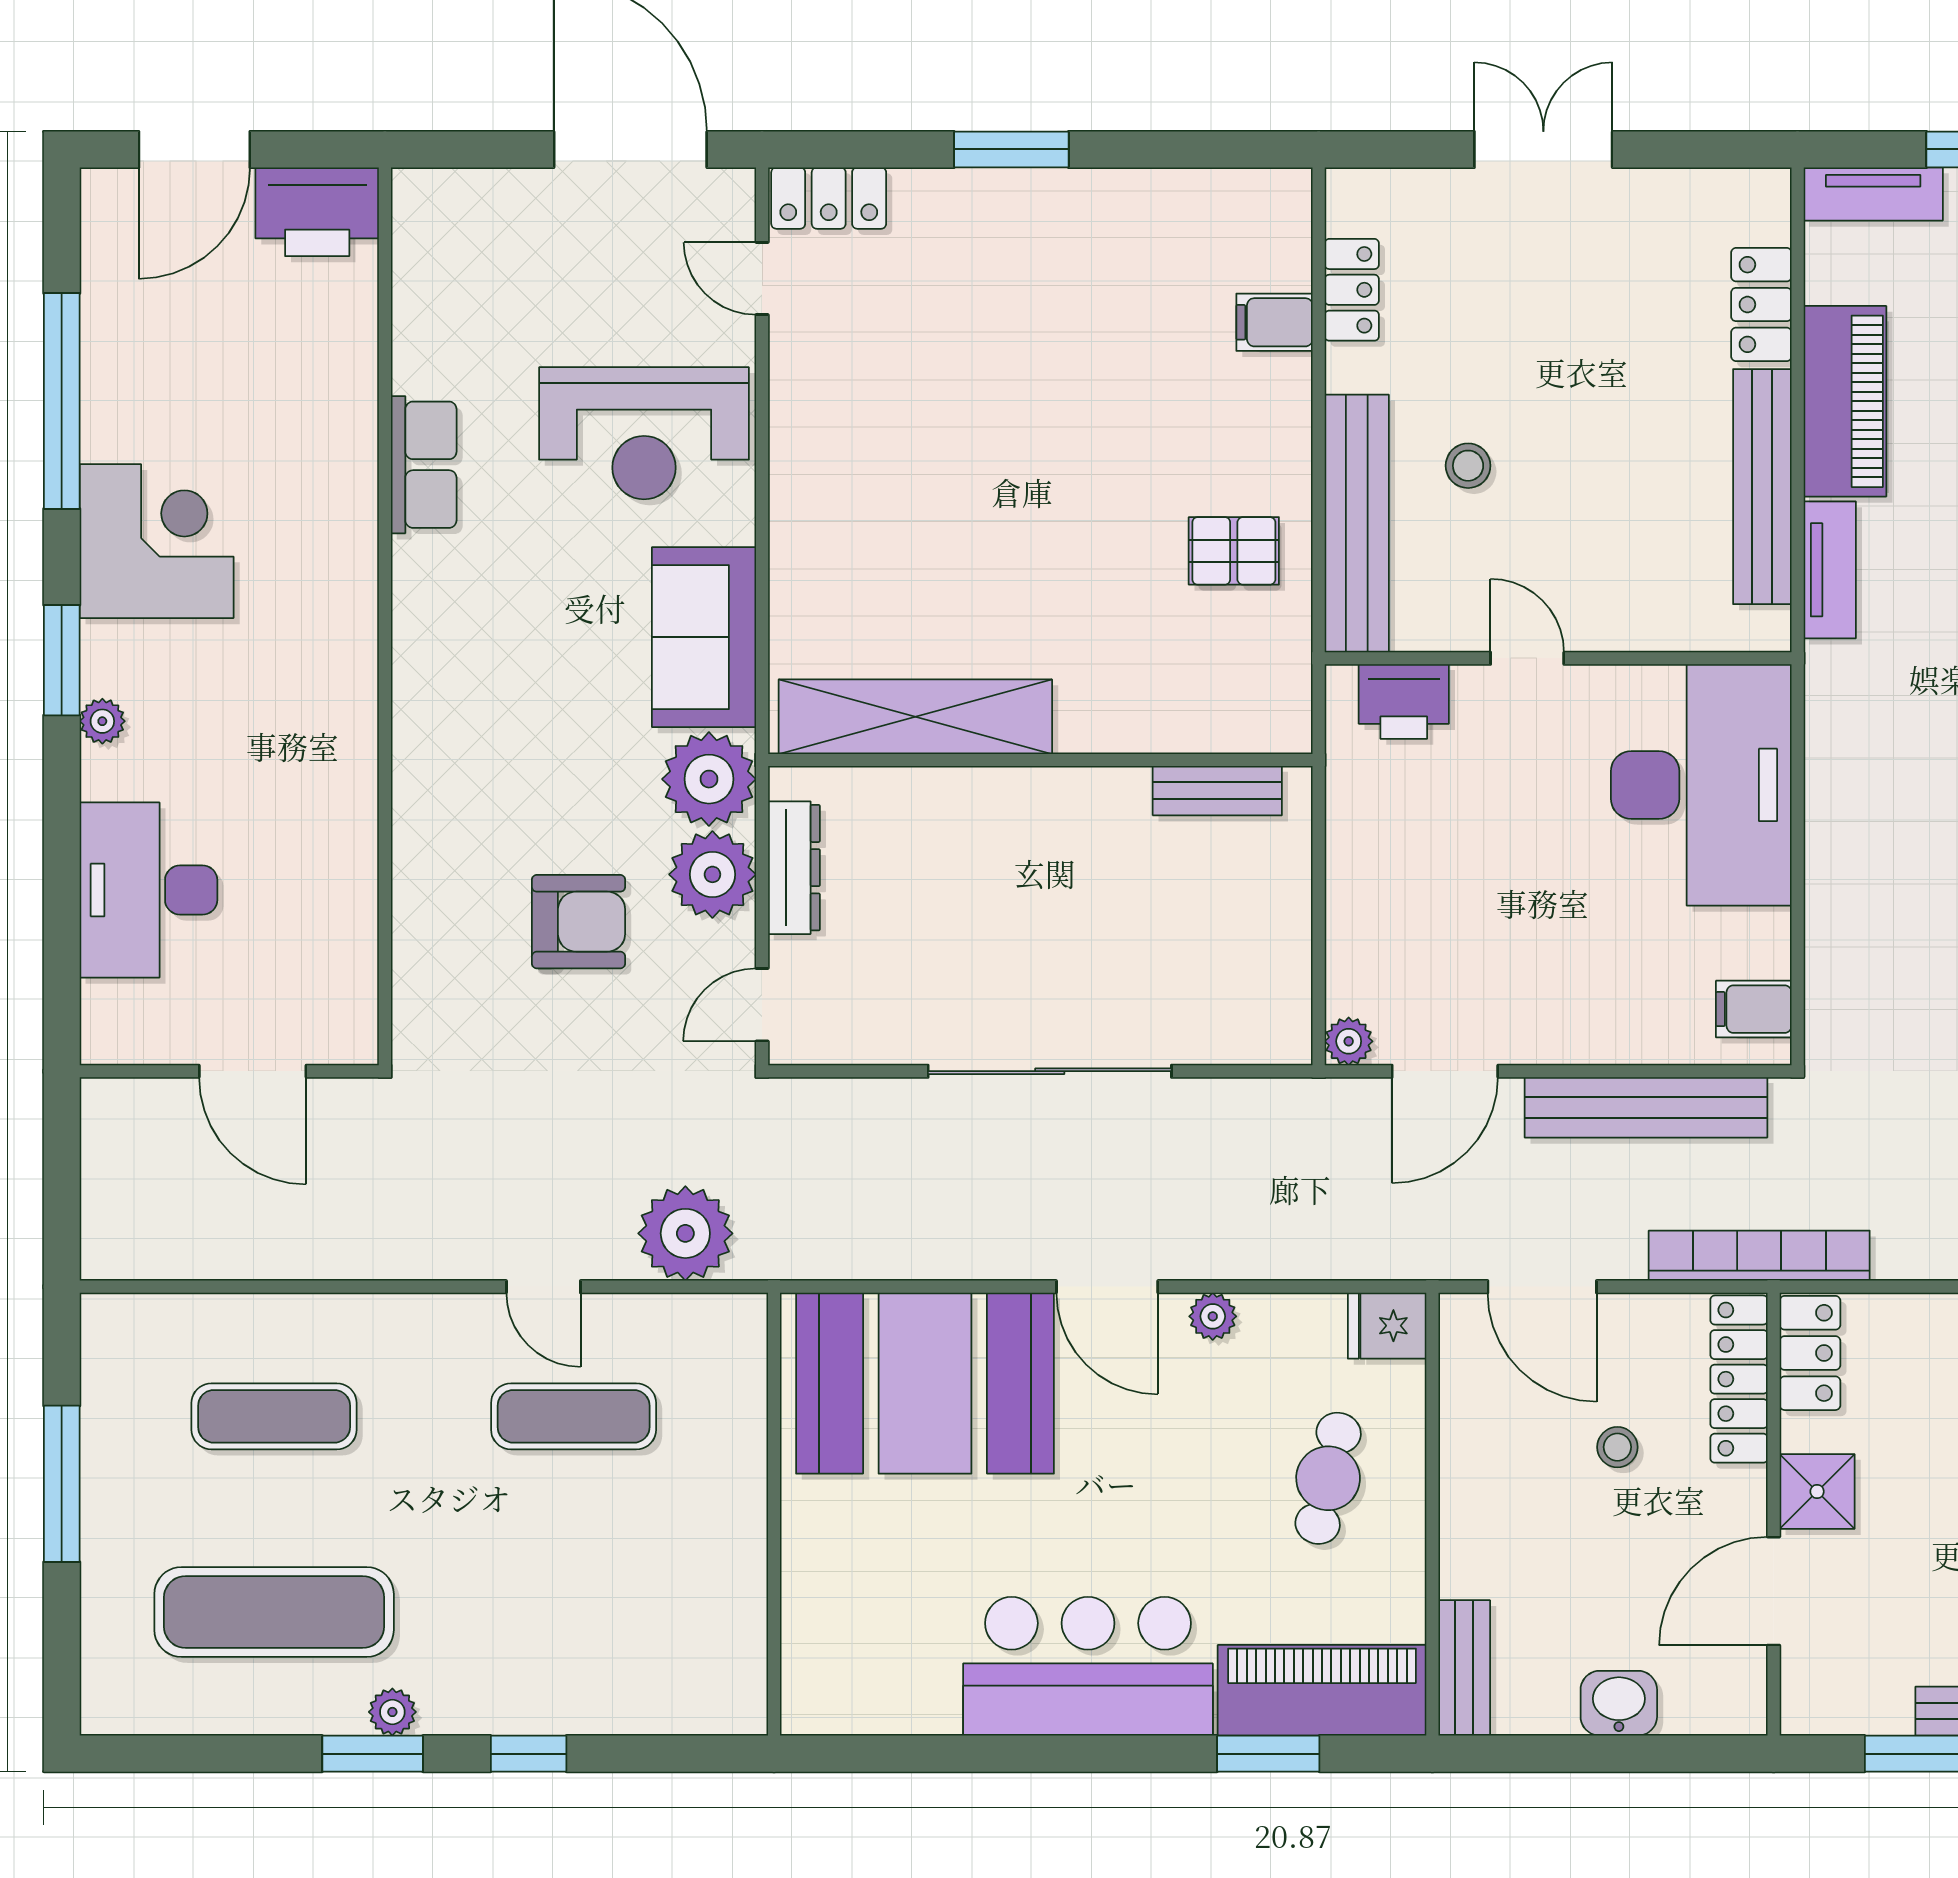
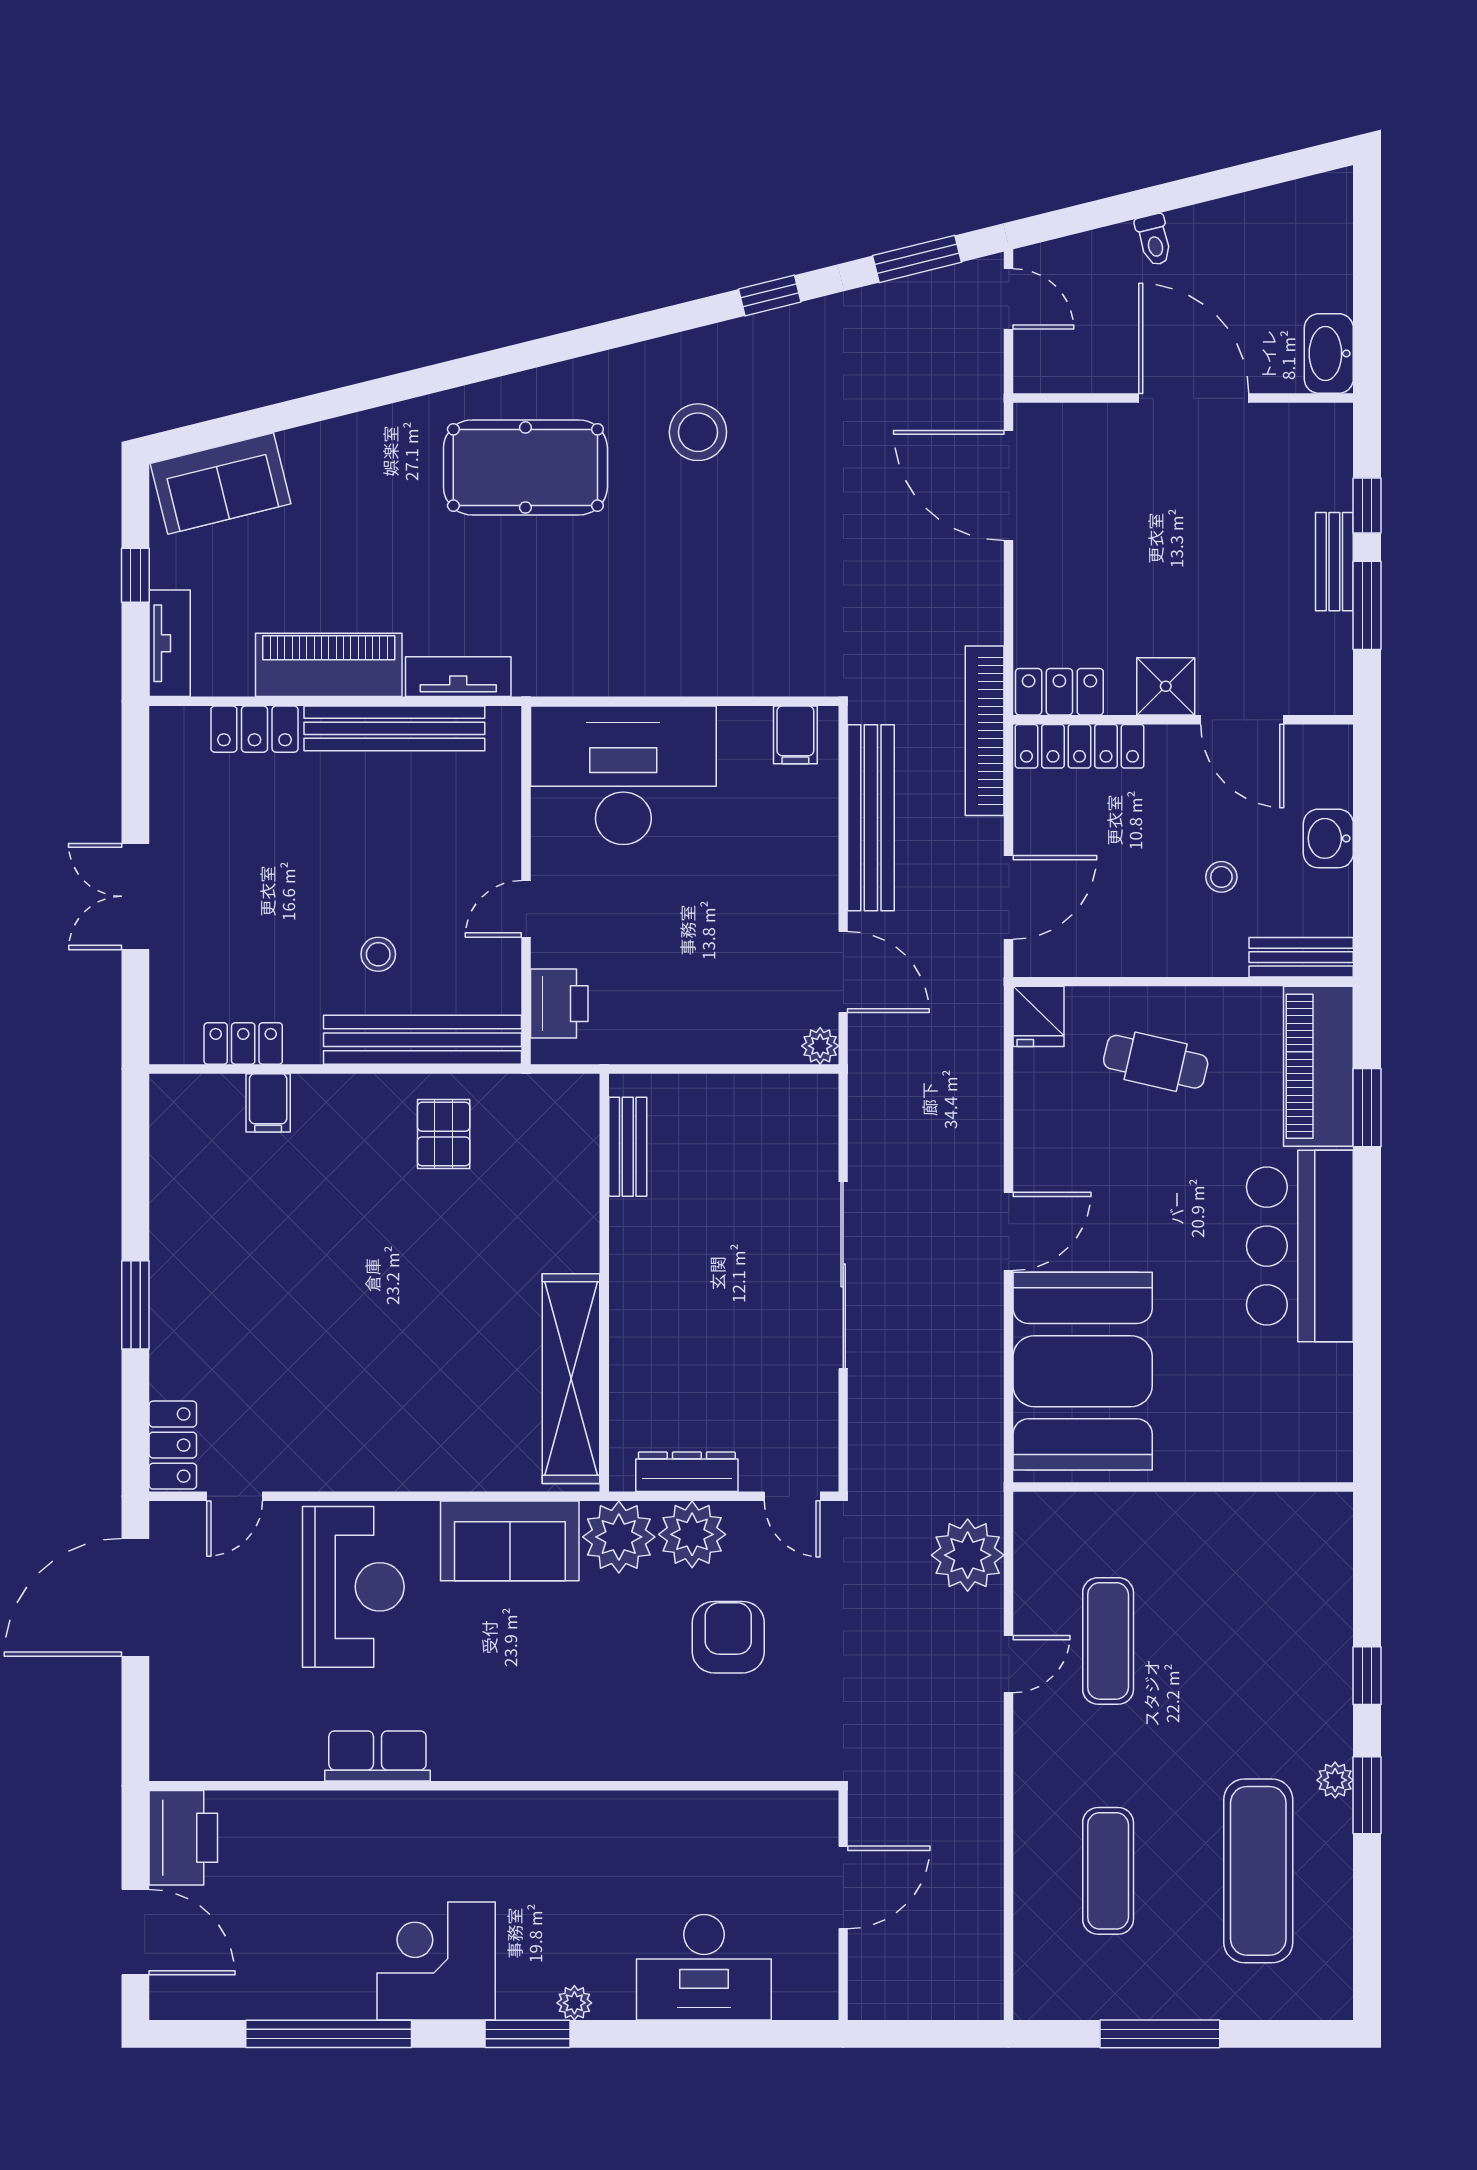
plant: (1213, 1316) -> (1031, 1150), removed
stool: (1617, 1447) -> (1221, 877), moved

